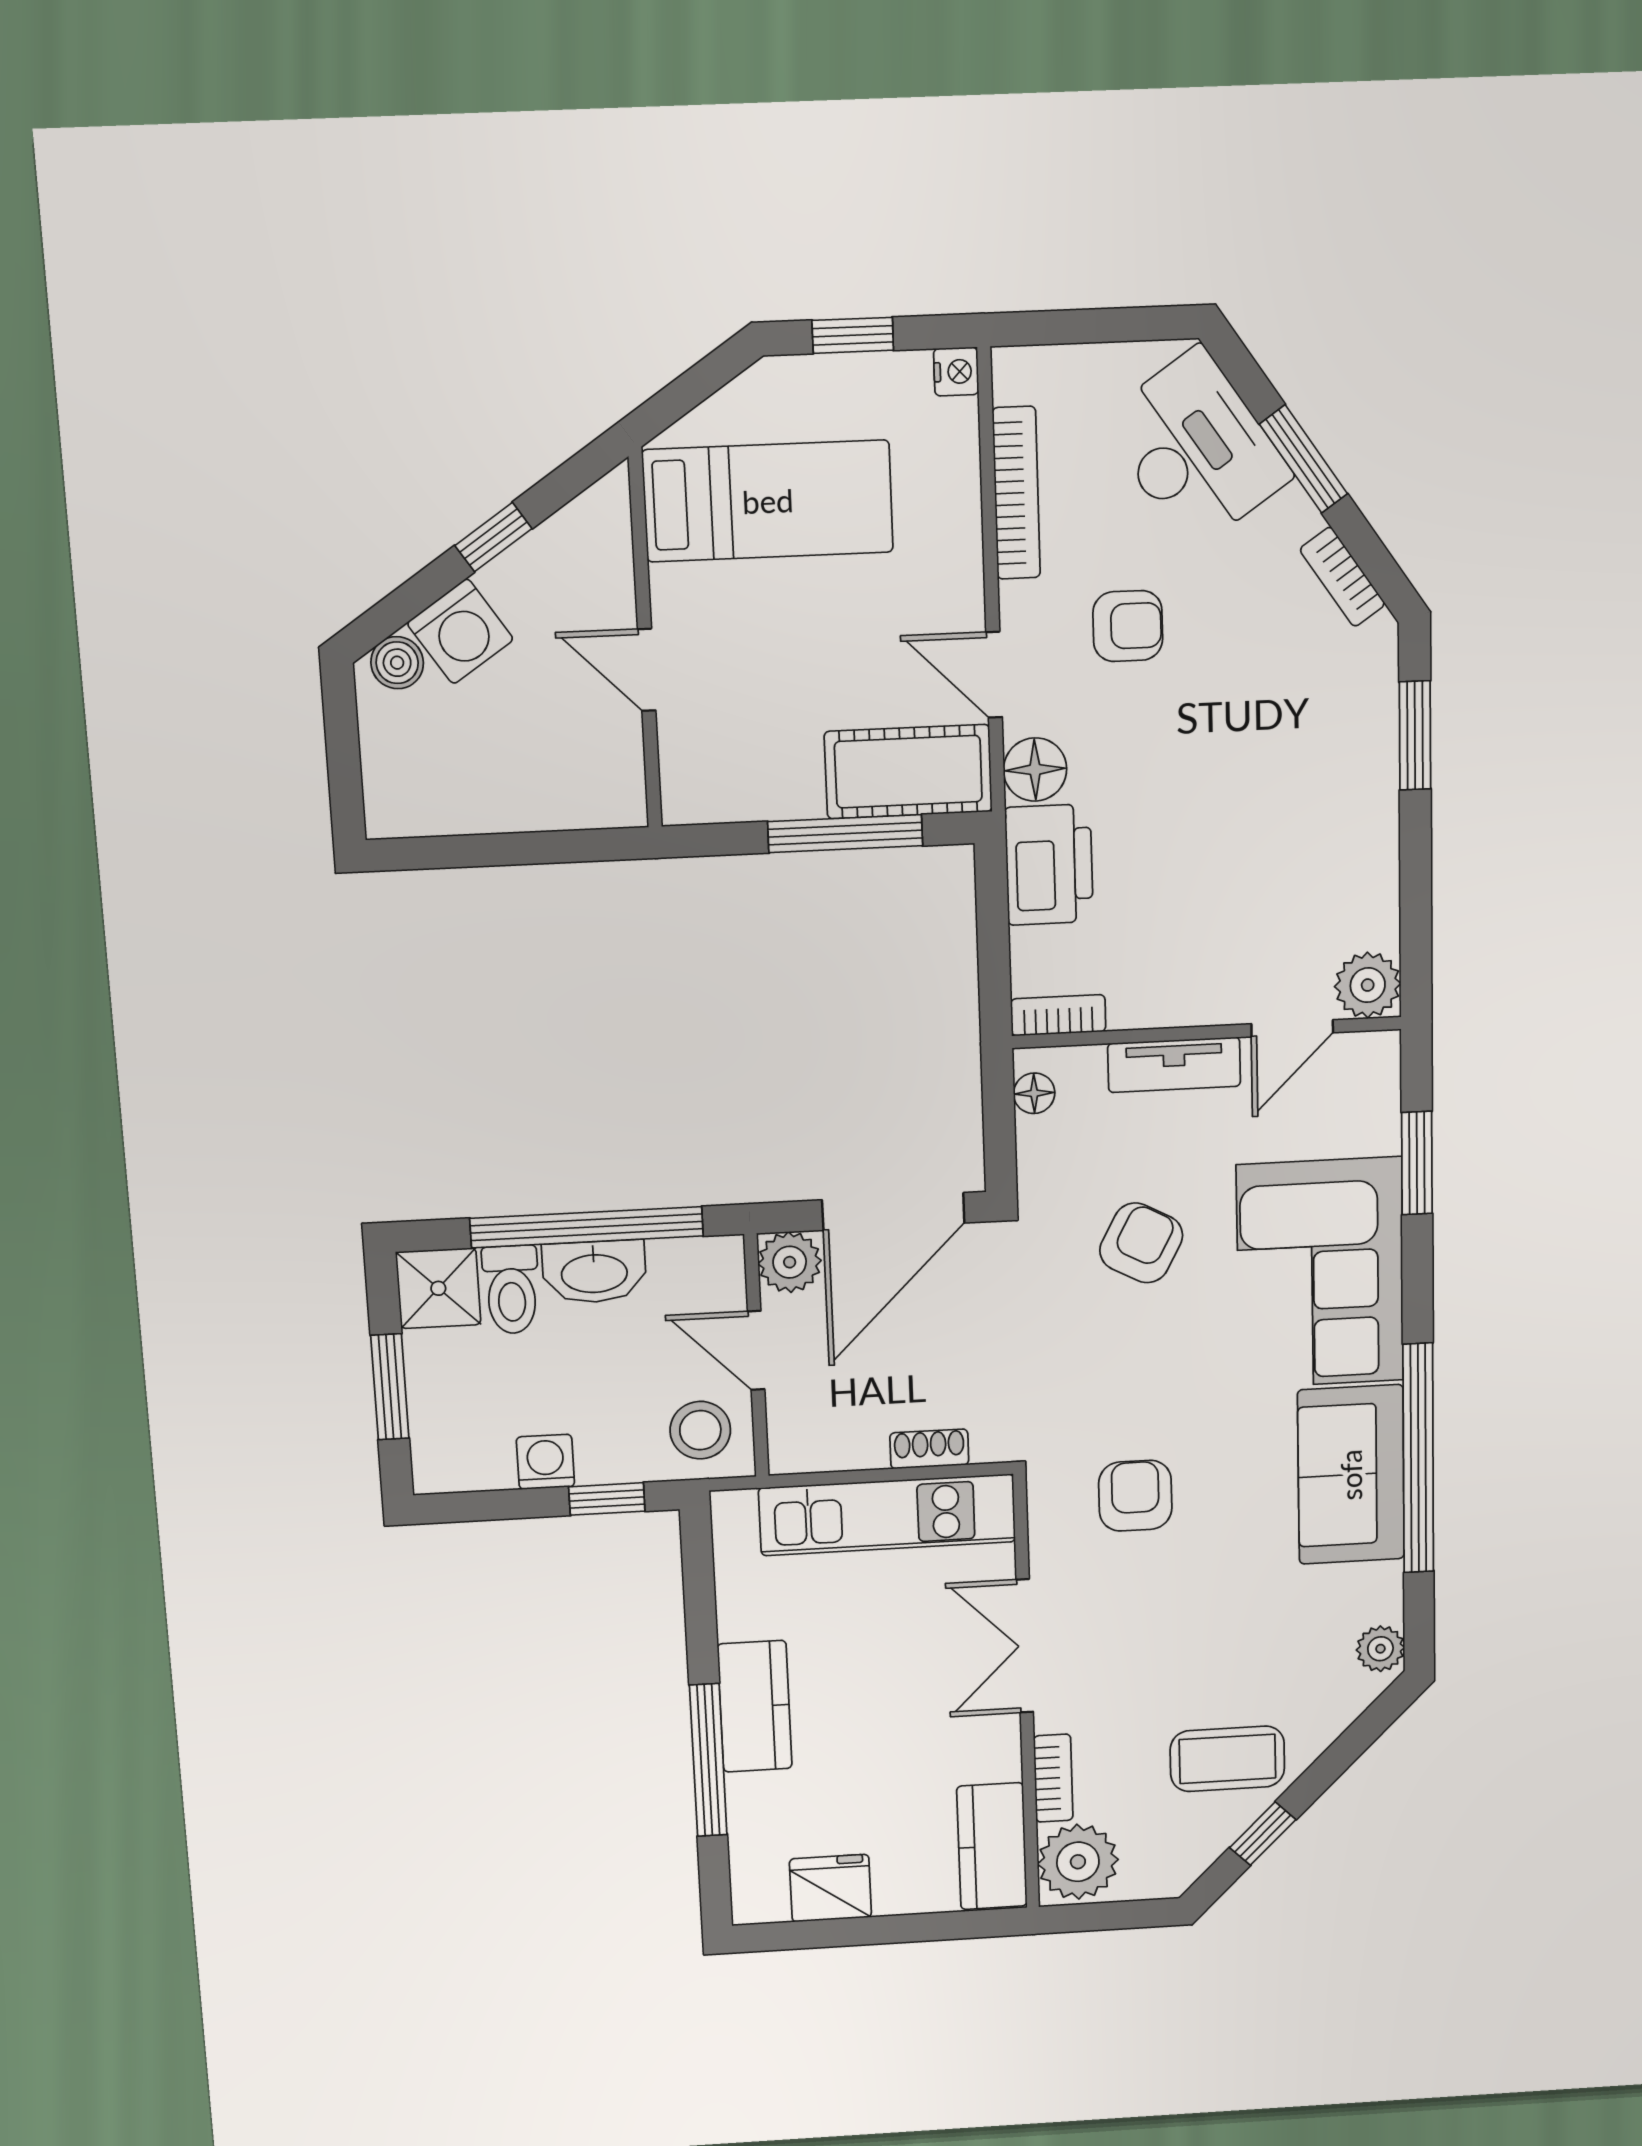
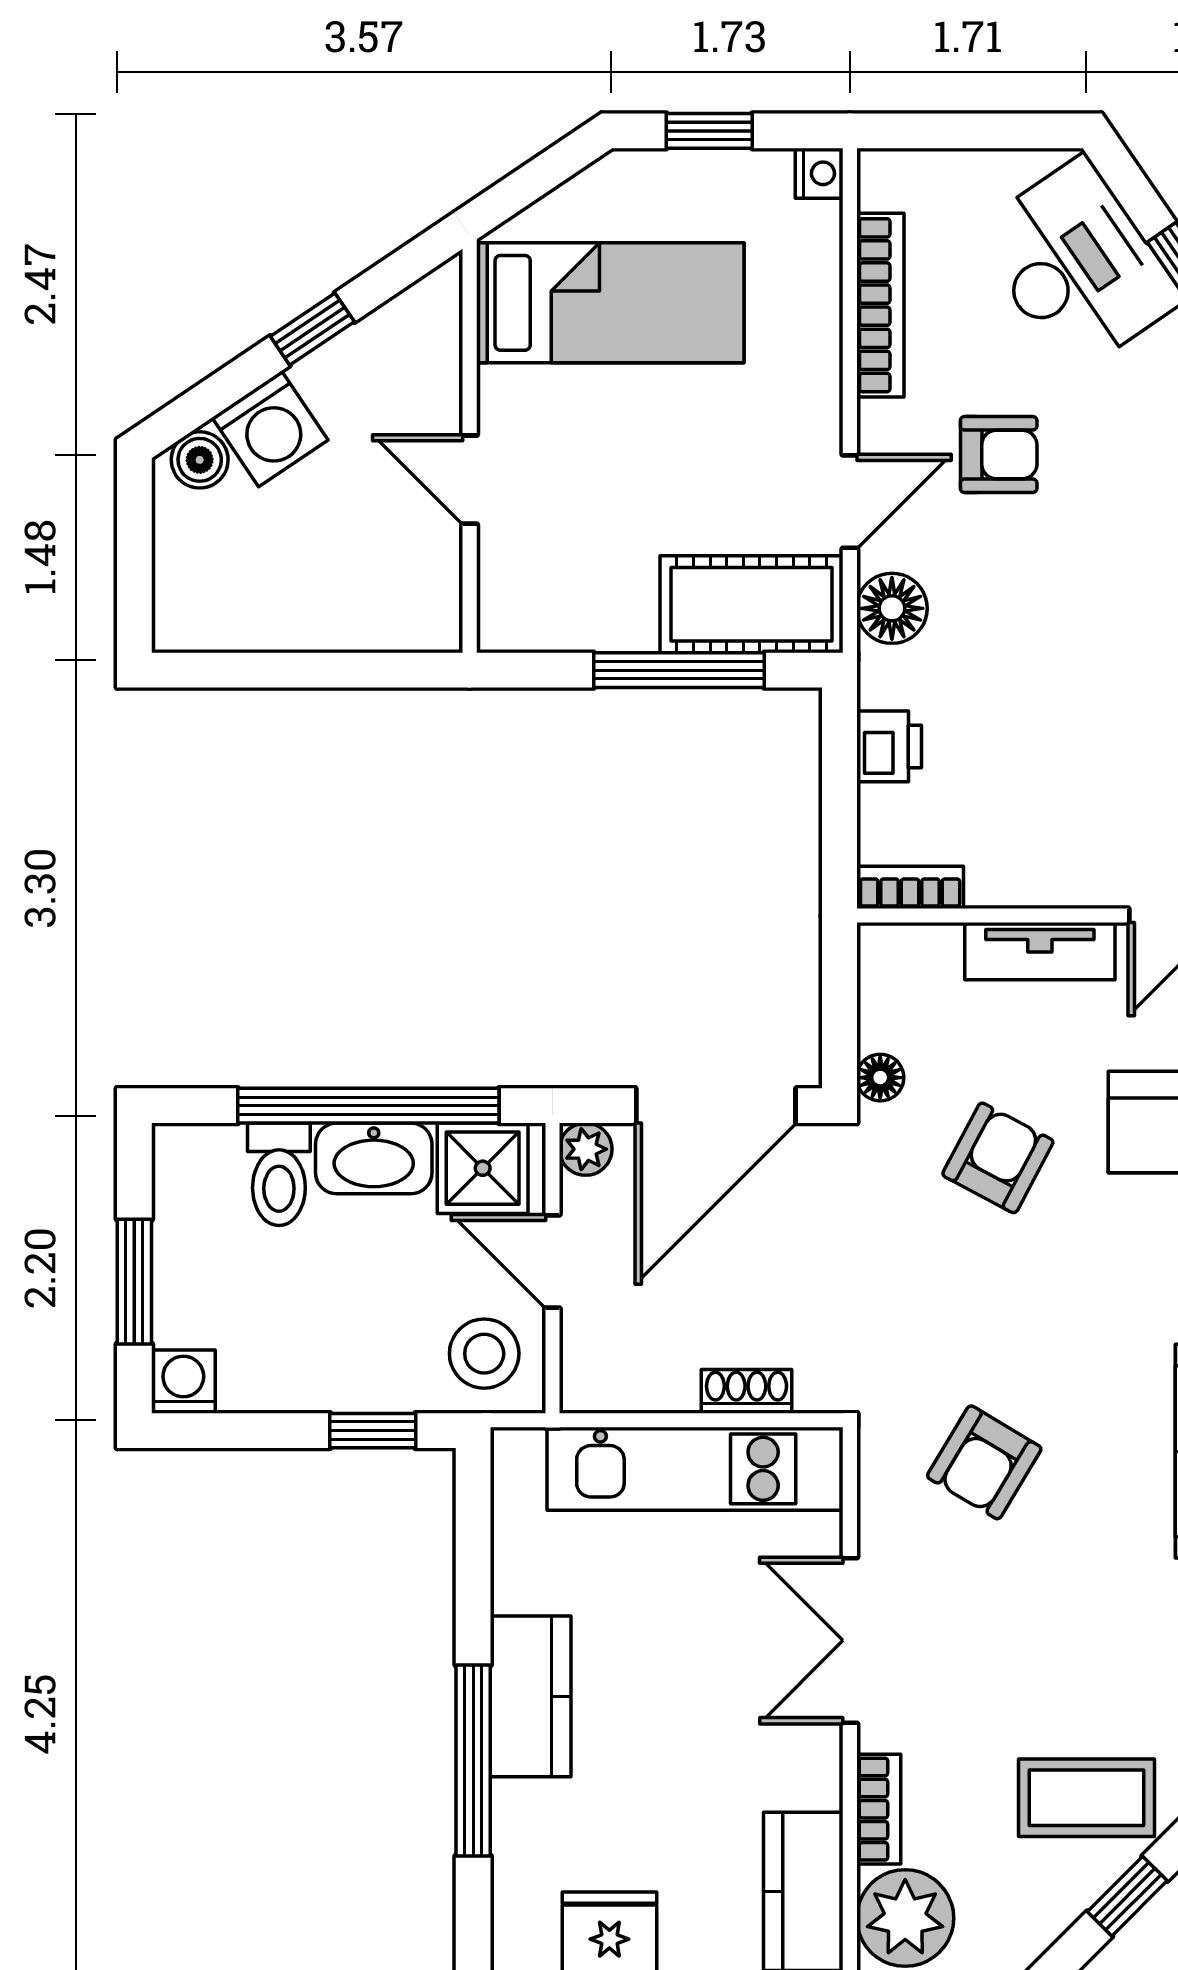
door: (994, 675) -> (850, 502), swing flipped
printer: (1049, 865) -> (889, 746), width x0.53, depth x0.68
floor lamp: (1034, 1093) -> (880, 1078), moved
plant: (790, 1262) -> (586, 1149), width x0.73, depth x0.73
shower: (438, 1288) -> (483, 1168), moved
washing machine: (545, 1462) -> (183, 1382), moved
armchair: (1135, 1496) -> (984, 1462), turned -149

